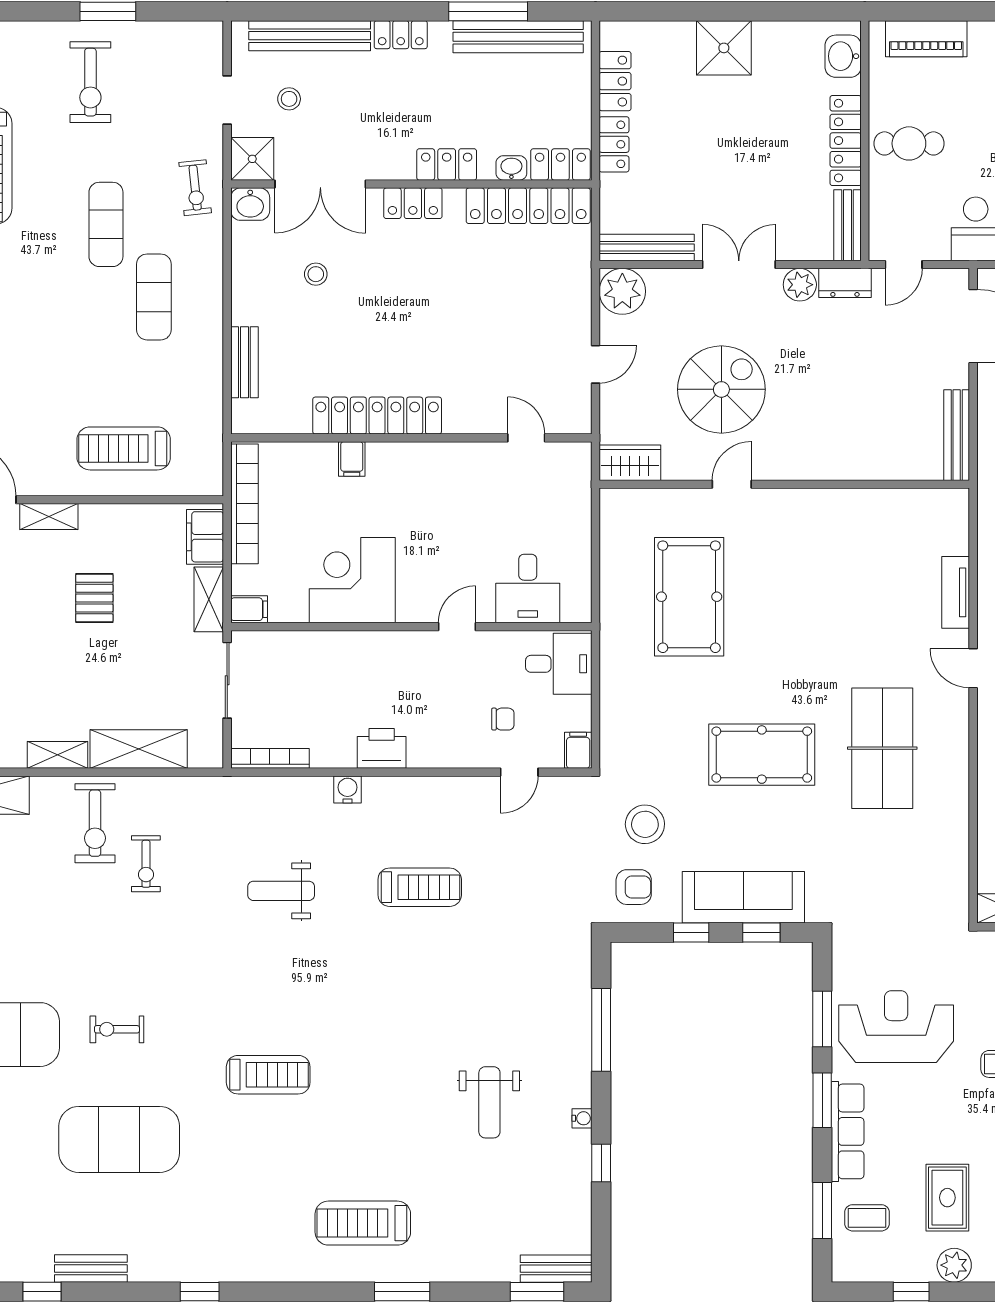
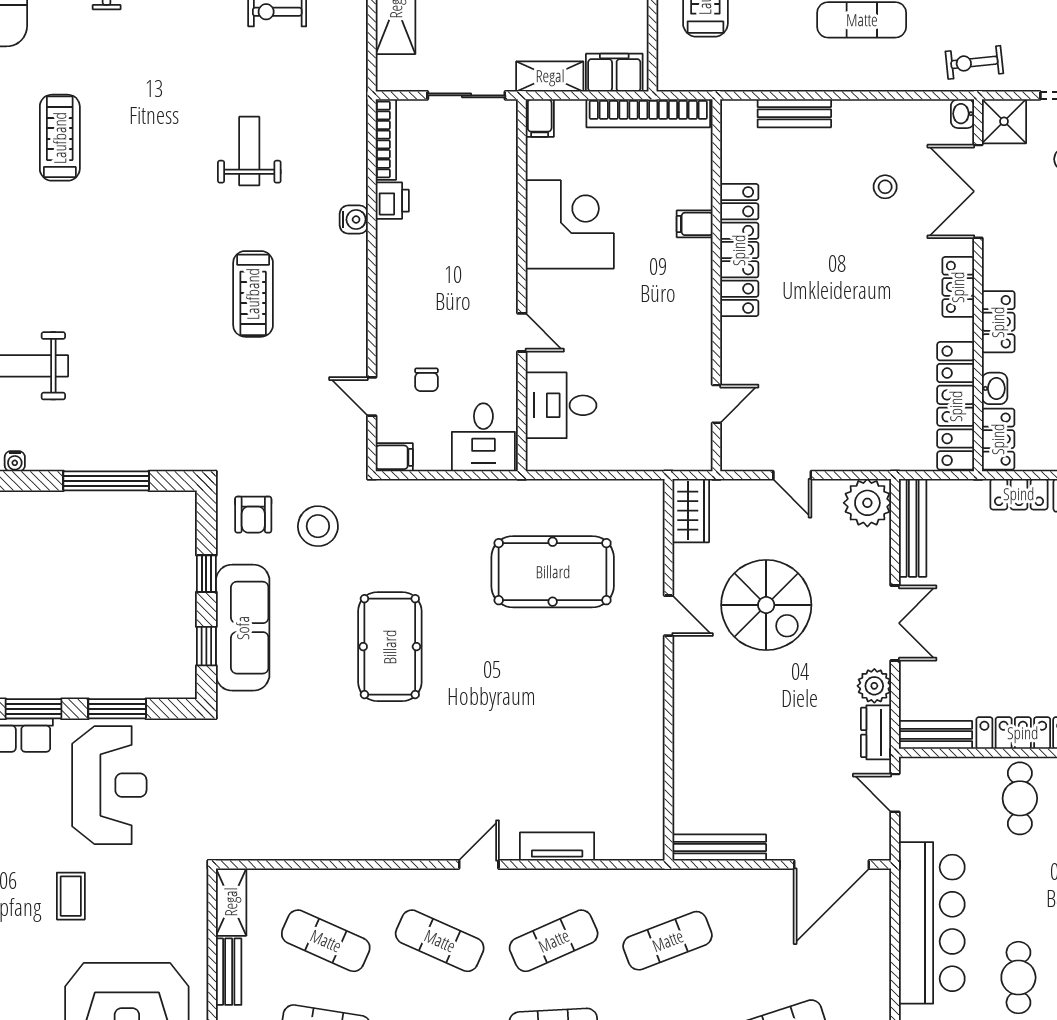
washbasin: (250, 204) -> (963, 114), width x0.72, depth x0.69
printer: (382, 748) -> (392, 201), moved, width x0.73, depth x0.81
table tennis table: (882, 748) -> (396, 771), removed
treadmill: (268, 1075) -> (60, 138), turned 180

